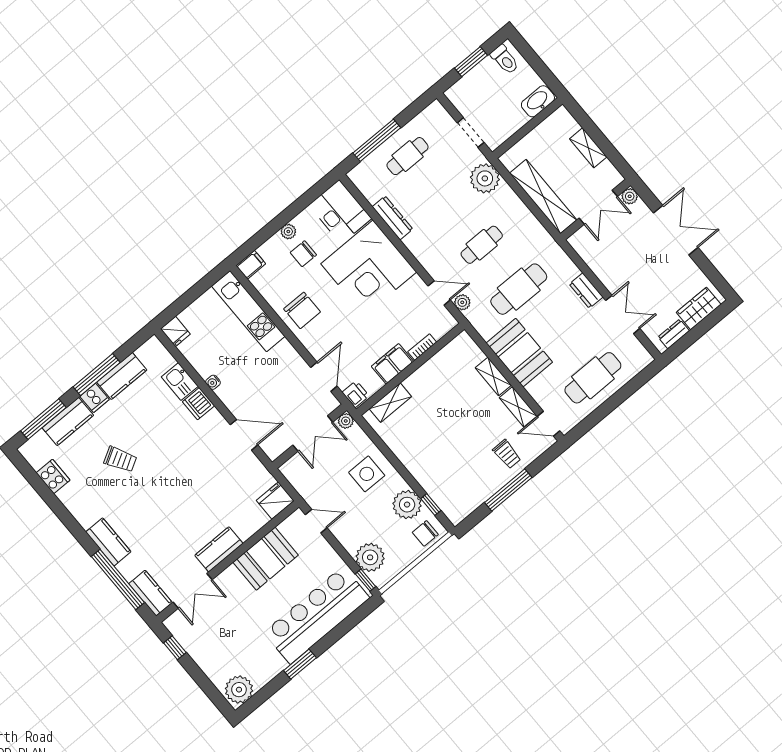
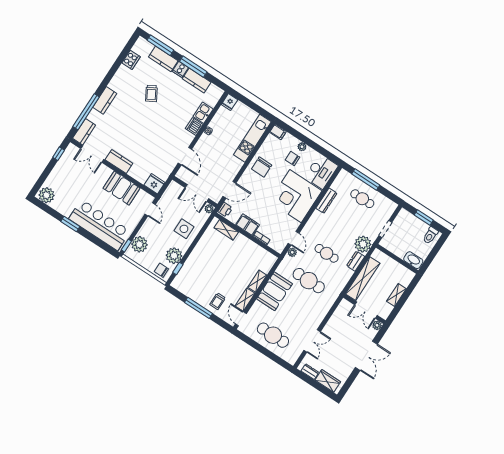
dresser: (586, 291) -> (356, 261), moved

